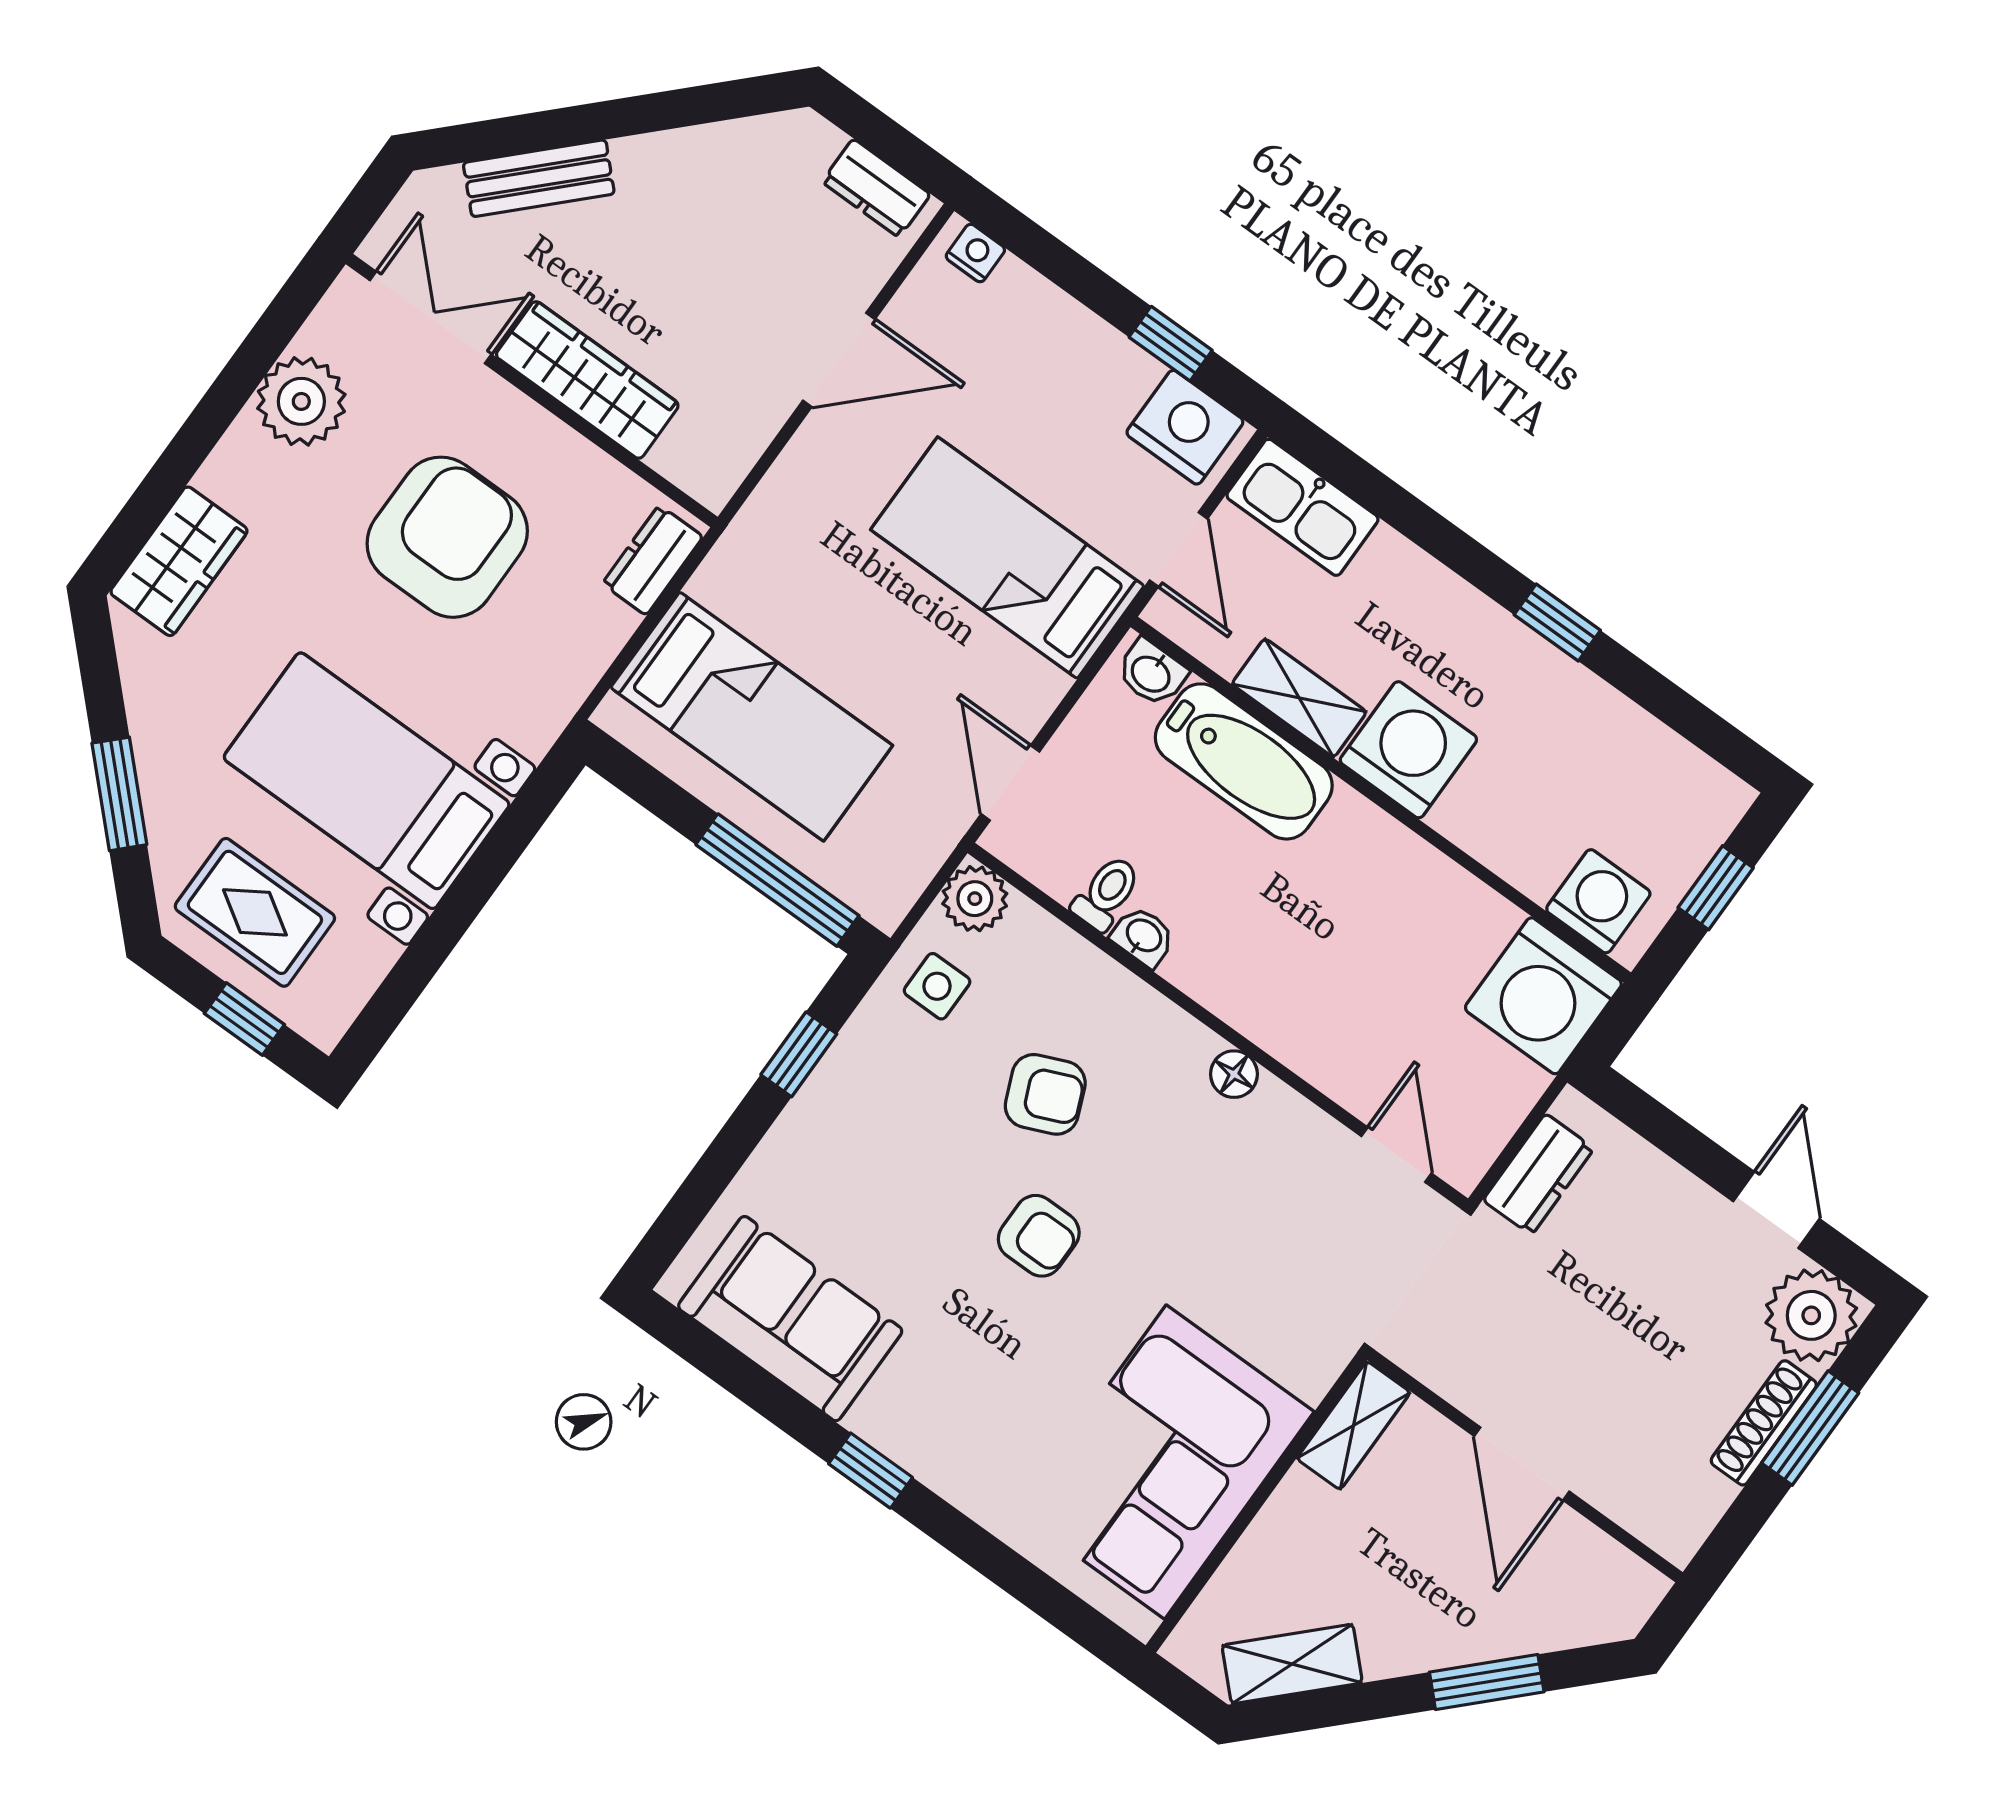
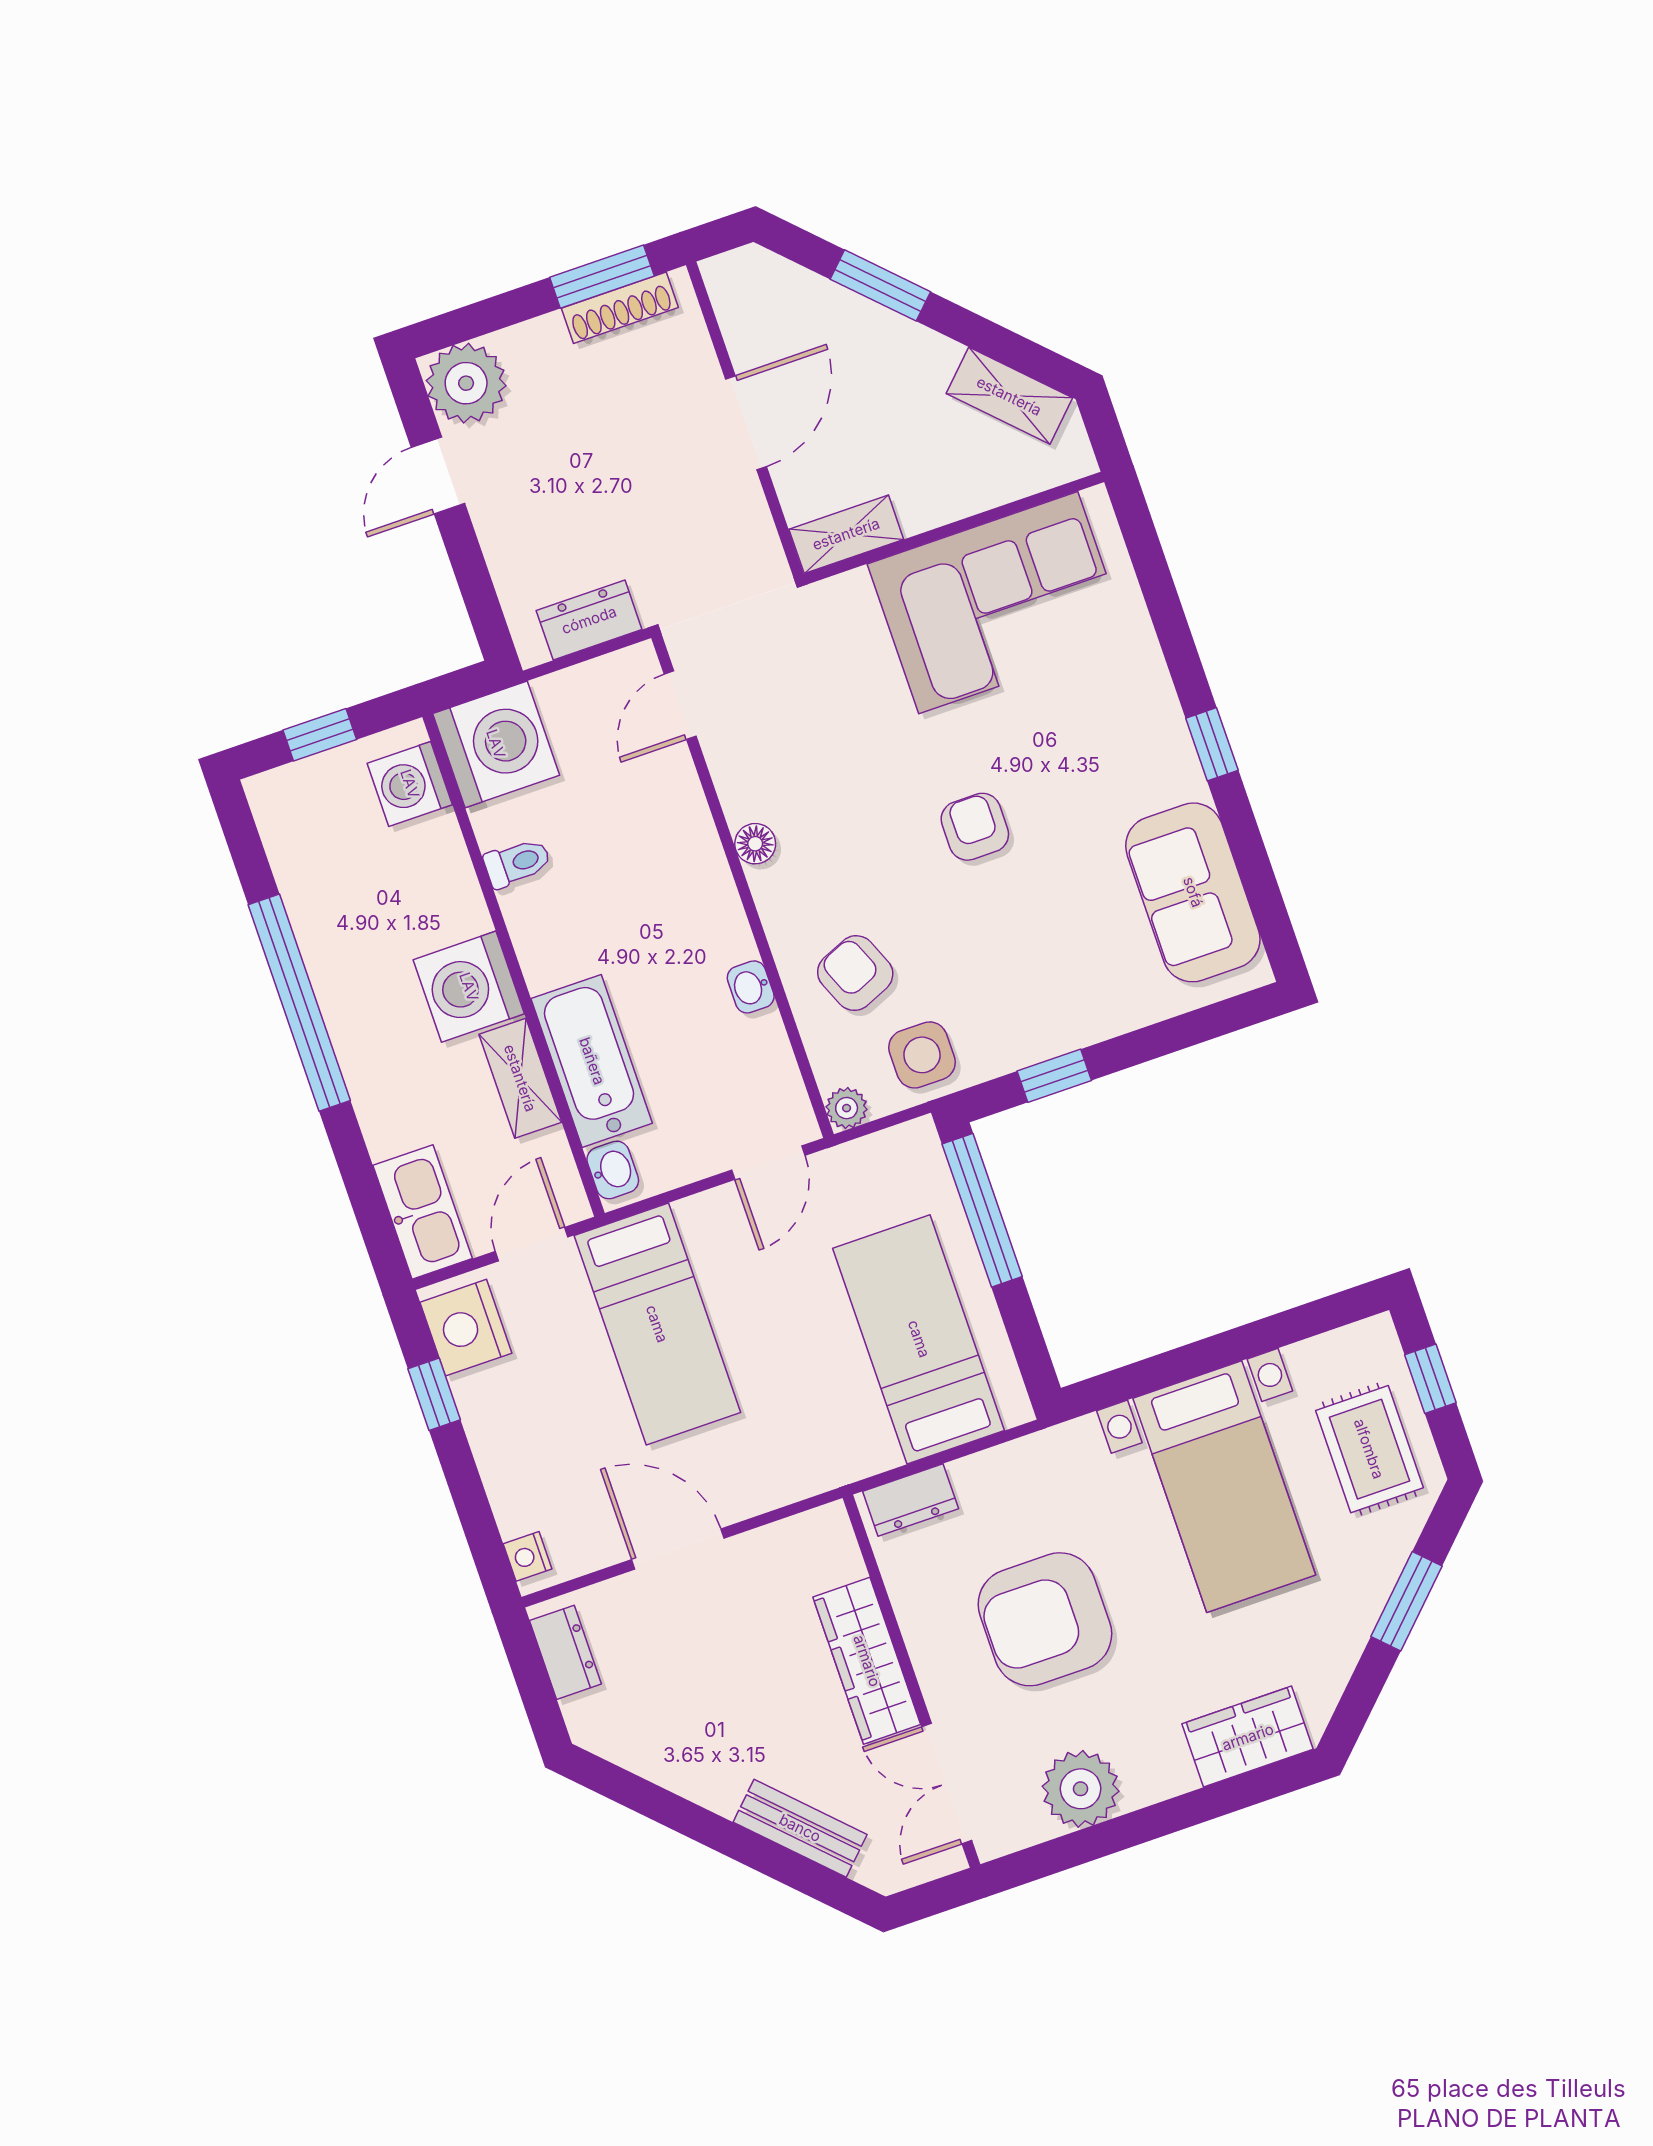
window: (1557, 622) -> (299, 1003), width x3.17
toilet: (1106, 893) -> (517, 863), moved, turned 180
plant: (975, 899) -> (847, 1108), width x0.73, depth x0.73
side table: (937, 986) -> (922, 1055), width x1.37, depth x1.37
armchair: (1045, 1094) -> (855, 973), moved
shoe rack: (1764, 1423) -> (620, 308), moved
window: (1810, 1428) -> (602, 277), moved

